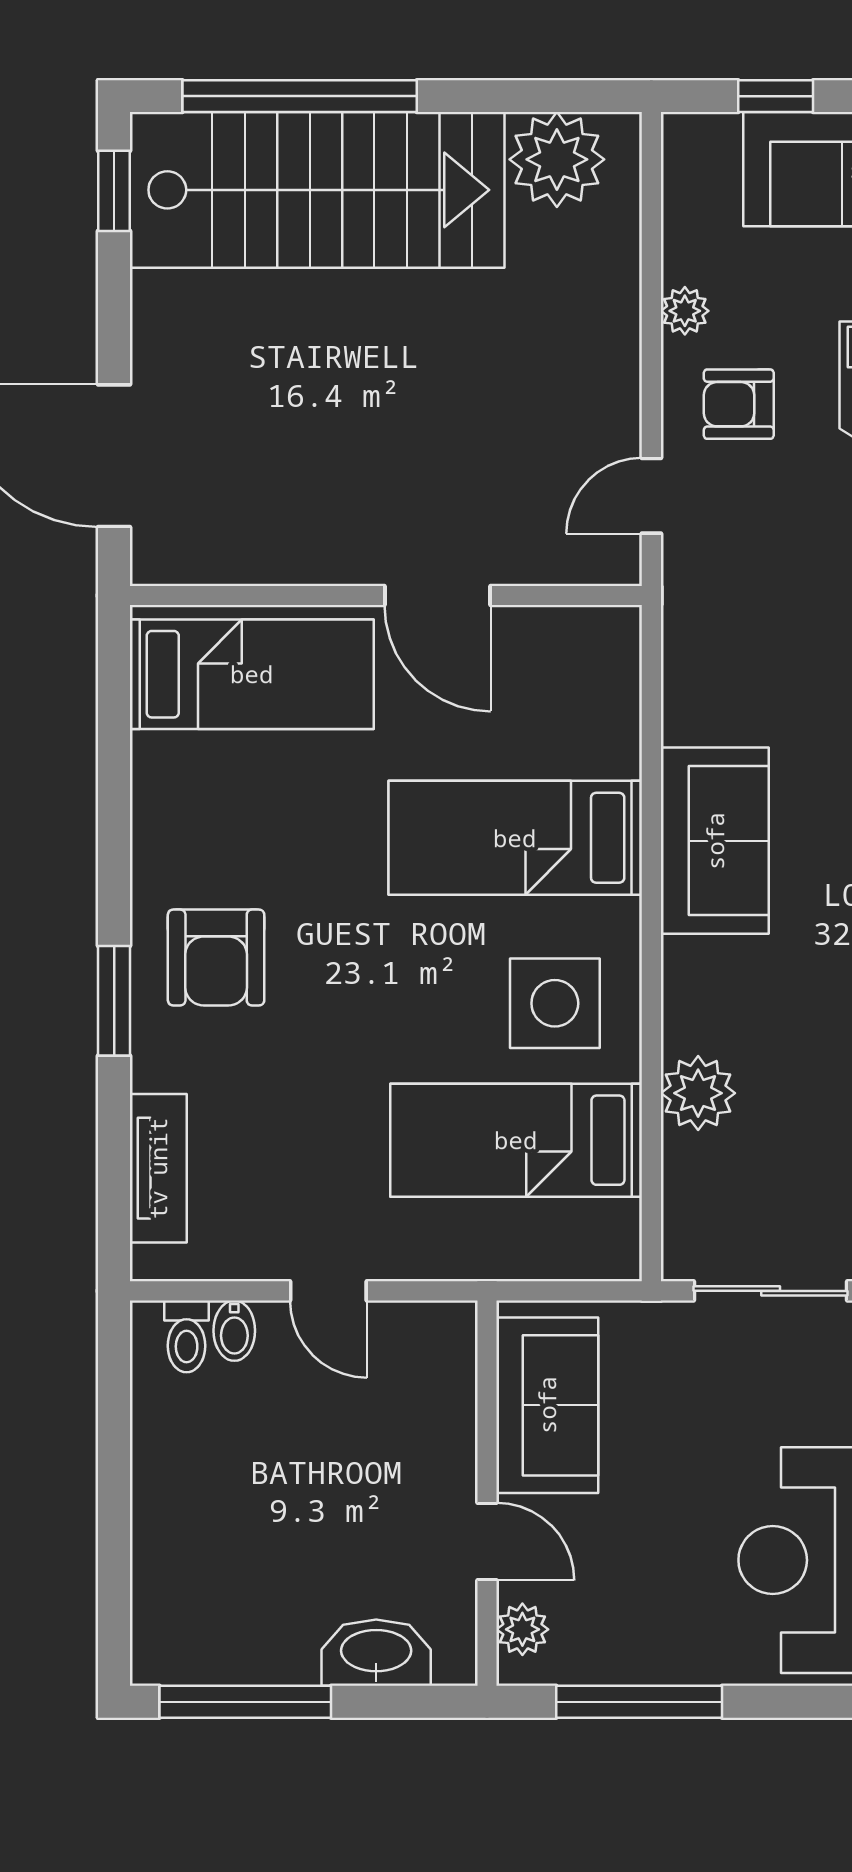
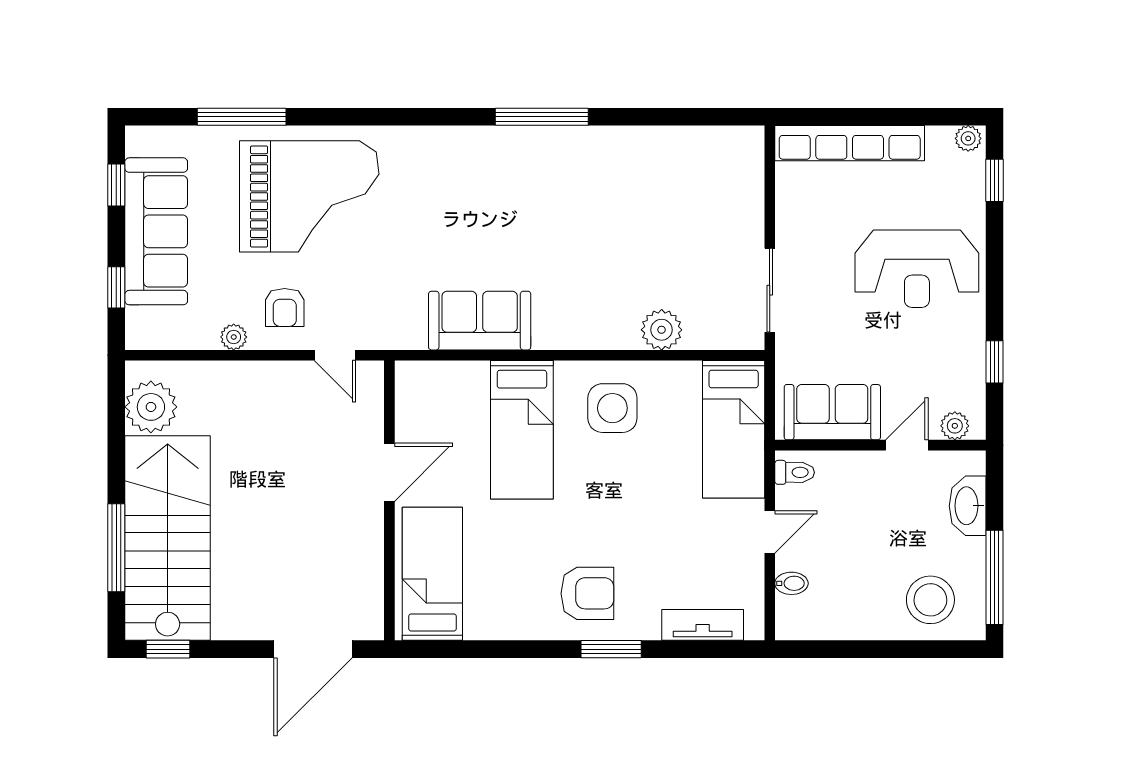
window: (300, 96) -> (116, 548), width x0.68
sofa: (715, 841) -> (480, 321), moved
bed: (516, 1140) -> (734, 429), moved
toilet: (187, 1336) -> (795, 472), moved
stool: (204, 1585) -> (930, 600), added
window: (639, 1702) -> (994, 362), width x0.46

